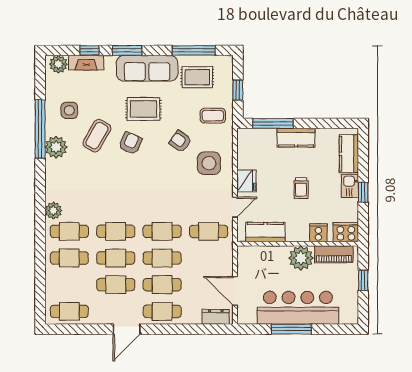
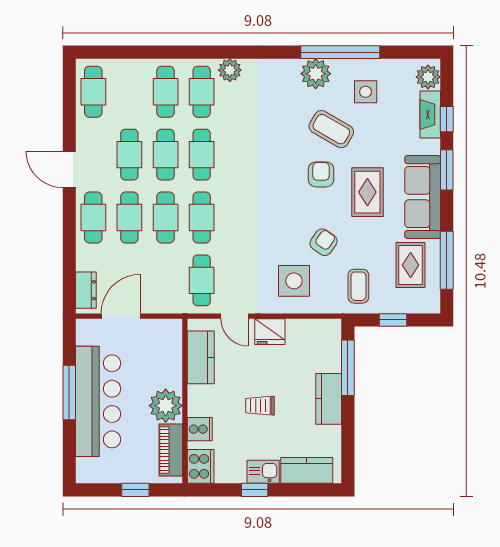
armchair: (130, 143) -> (321, 174), turned -114

